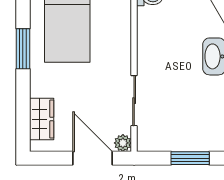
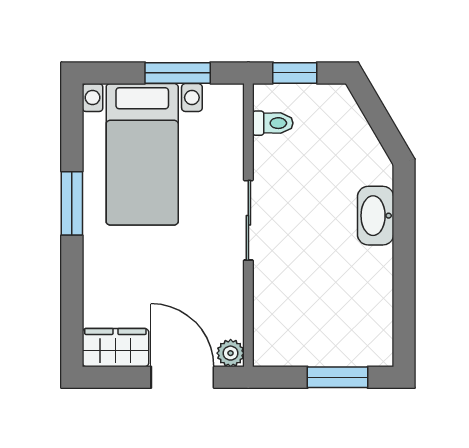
sliding door: (134, 101) -> (248, 220), moved
wardrobe: (42, 119) -> (115, 348), moved, turned -90

